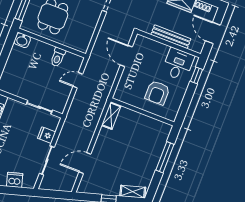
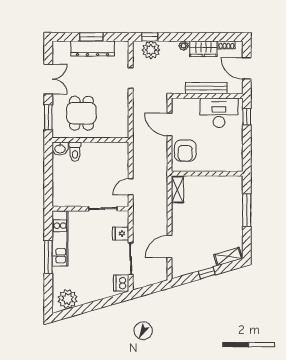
toilet: (58, 57) -> (75, 152), moved
desk: (178, 64) -> (219, 113), width x1.37
door: (78, 80) -> (131, 187), moved
armchair: (157, 93) -> (185, 151), moved
dishwasher: (15, 180) -> (121, 283), moved, turned -74

